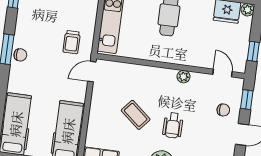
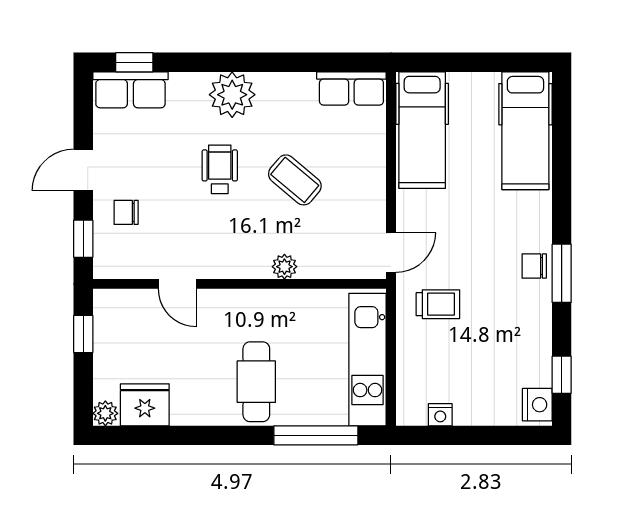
trolley: (72, 42) -> (438, 304), turned 90
door: (222, 73) -> (177, 284), moved
plant: (184, 77) -> (284, 267), moved

